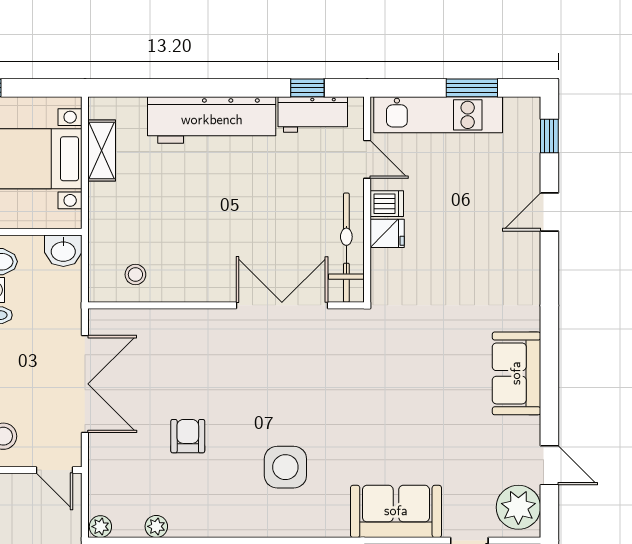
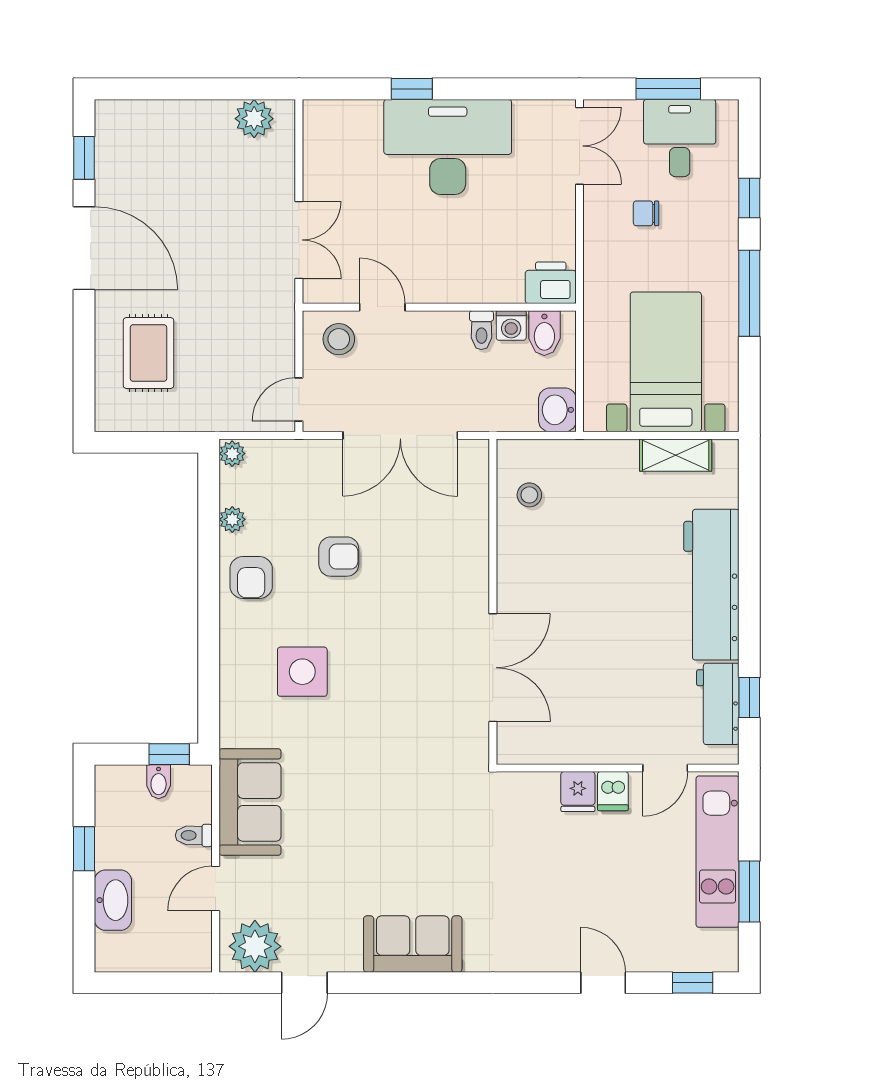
bicycle: (346, 248) -> (561, 744), removed
armchair: (206, 511) -> (251, 578), added

